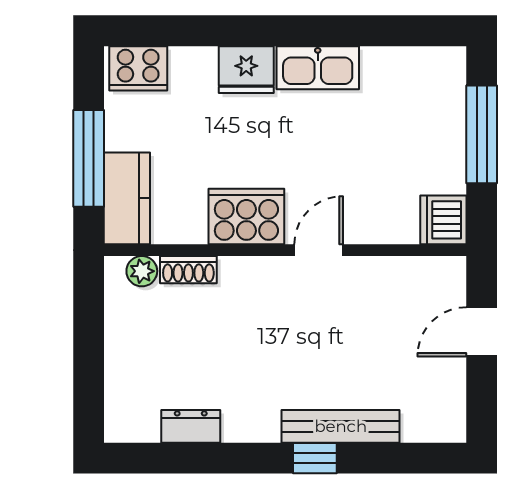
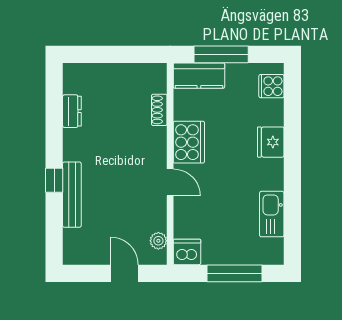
cooker: (138, 68) -> (271, 86), width x0.73
kitchen sink: (318, 68) -> (272, 214), moved
plant: (142, 271) -> (158, 241), moved

